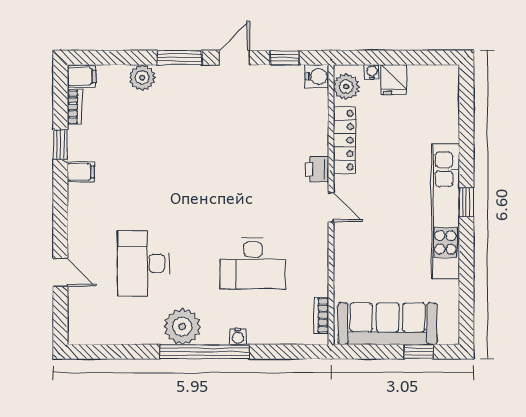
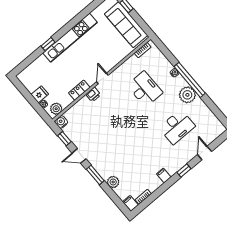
locker: (345, 140) -> (79, 90), width x0.66
window: (60, 144) -> (184, 171), moved
window: (466, 202) -> (48, 44), moved

